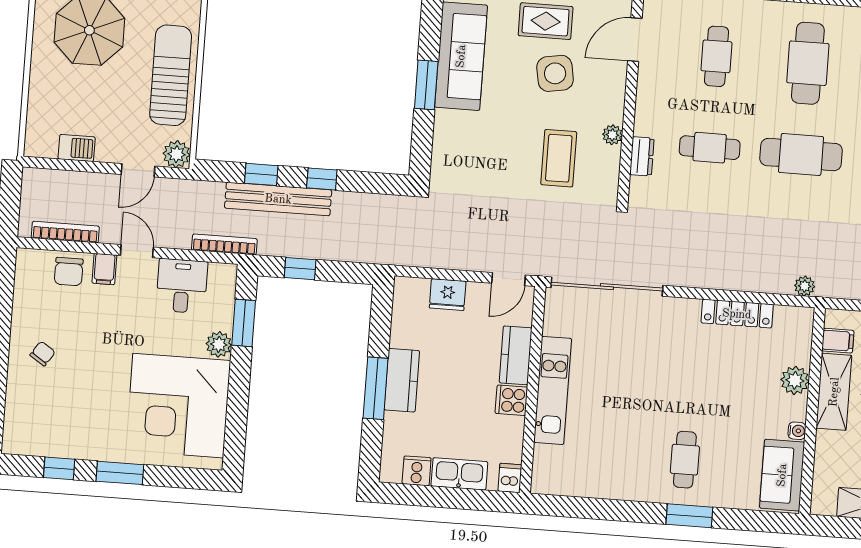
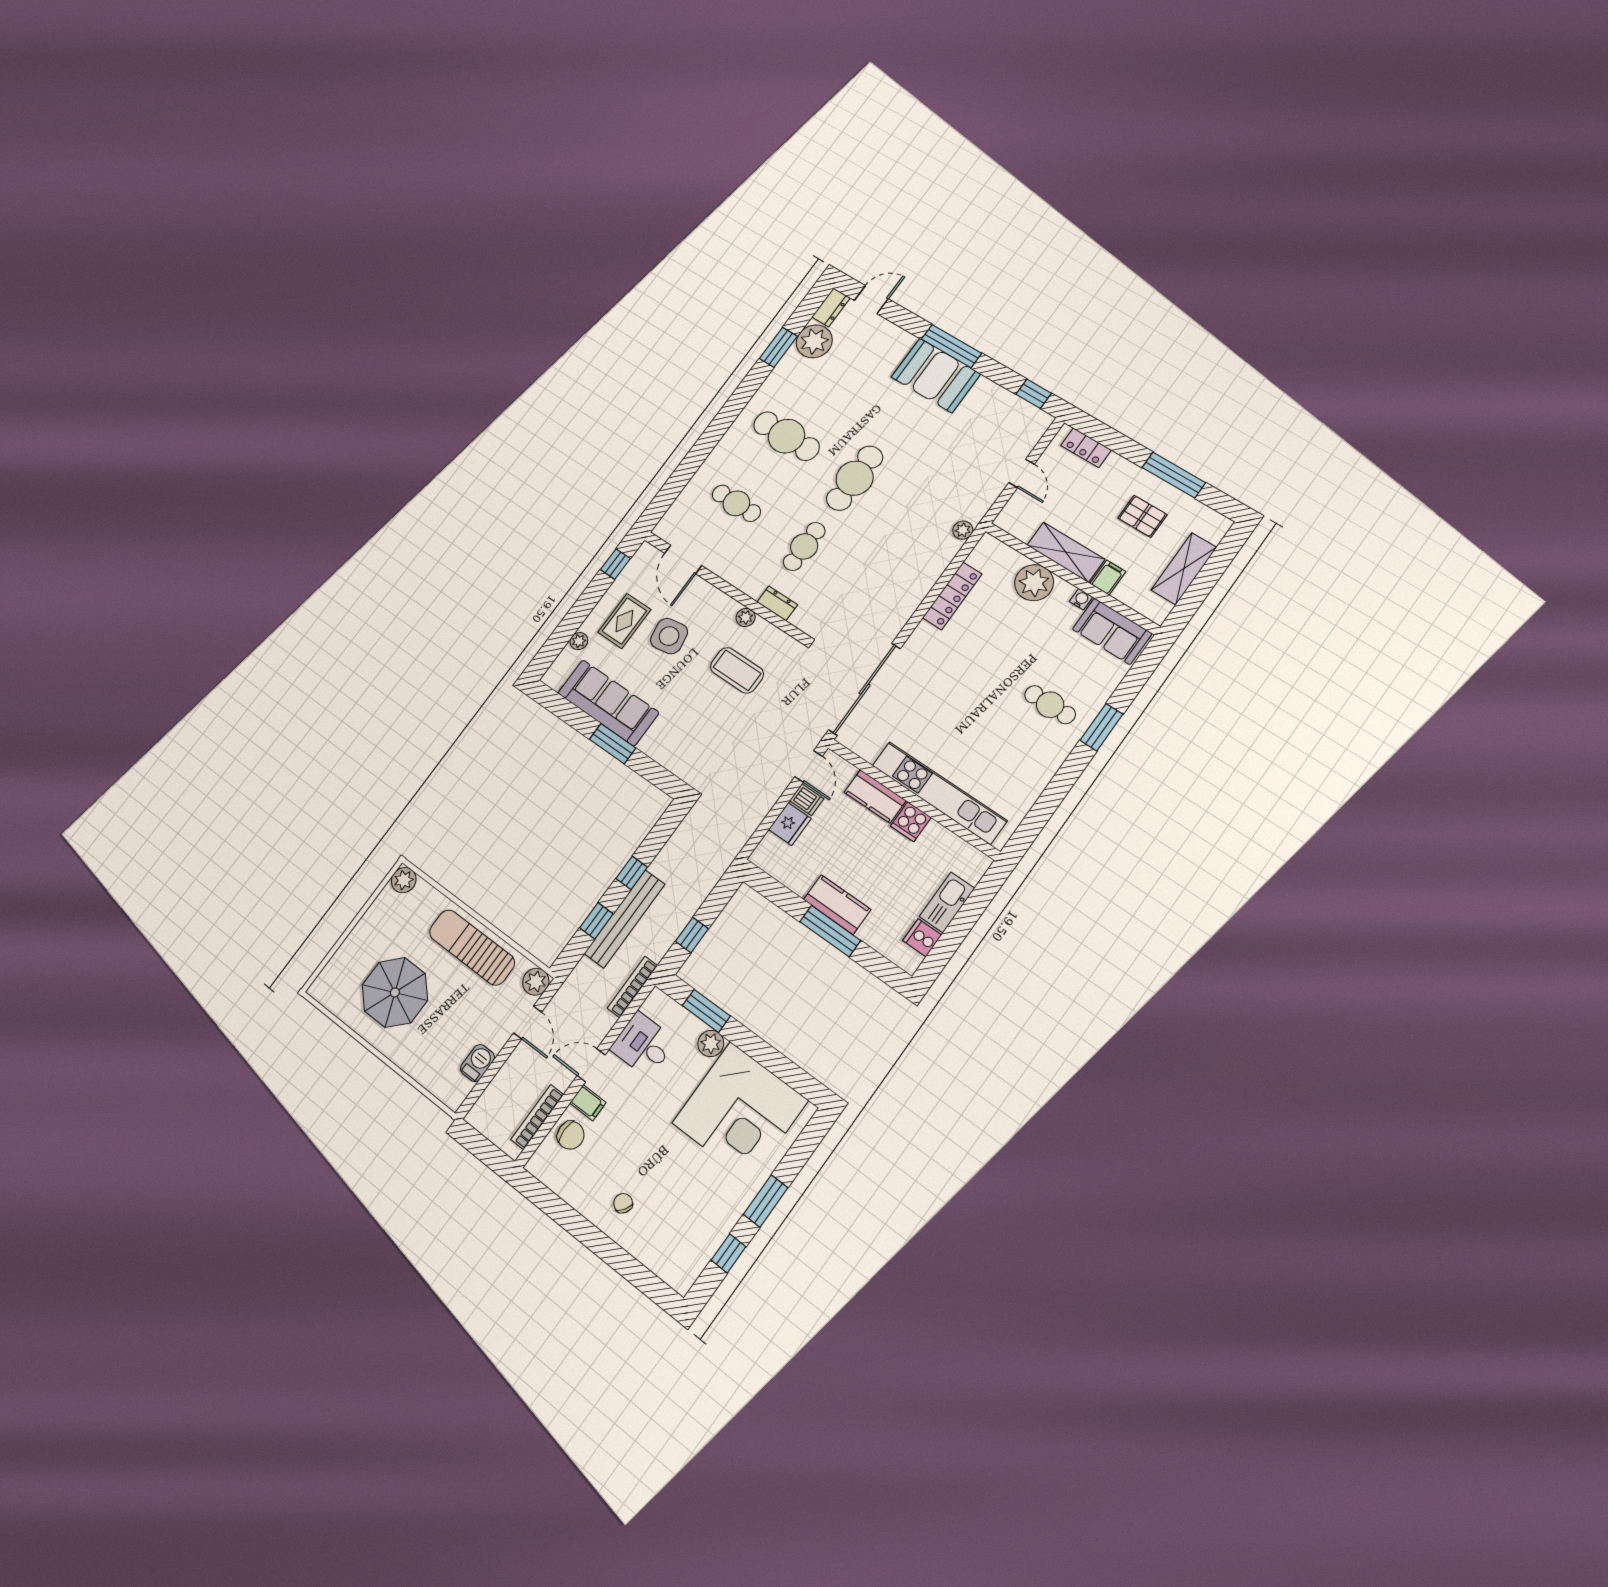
filing cabinet: (838, 341) -> (1108, 578), moved
plant: (795, 380) -> (1034, 583), width x1.36, depth x1.36
kitchen unit: (553, 390) -> (939, 793), width x1.36
dishwasher: (510, 478) -> (807, 800), moved, turned 180

